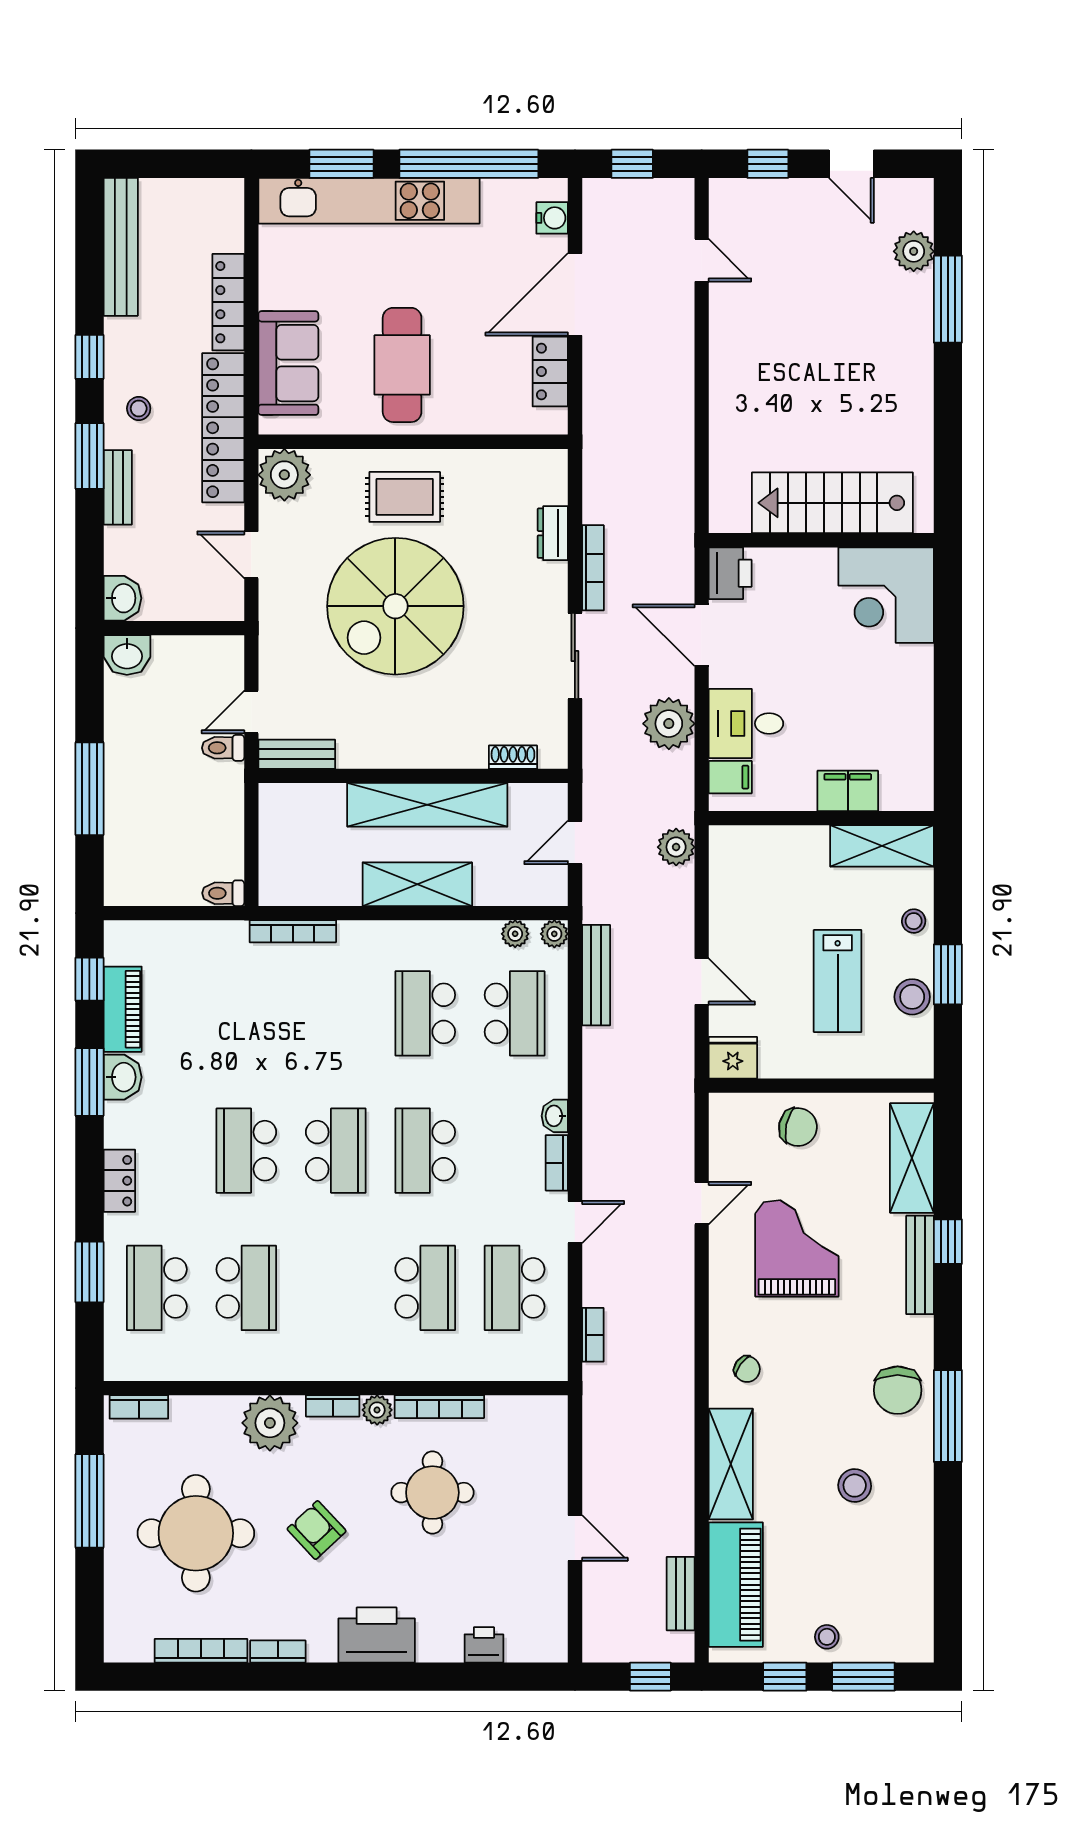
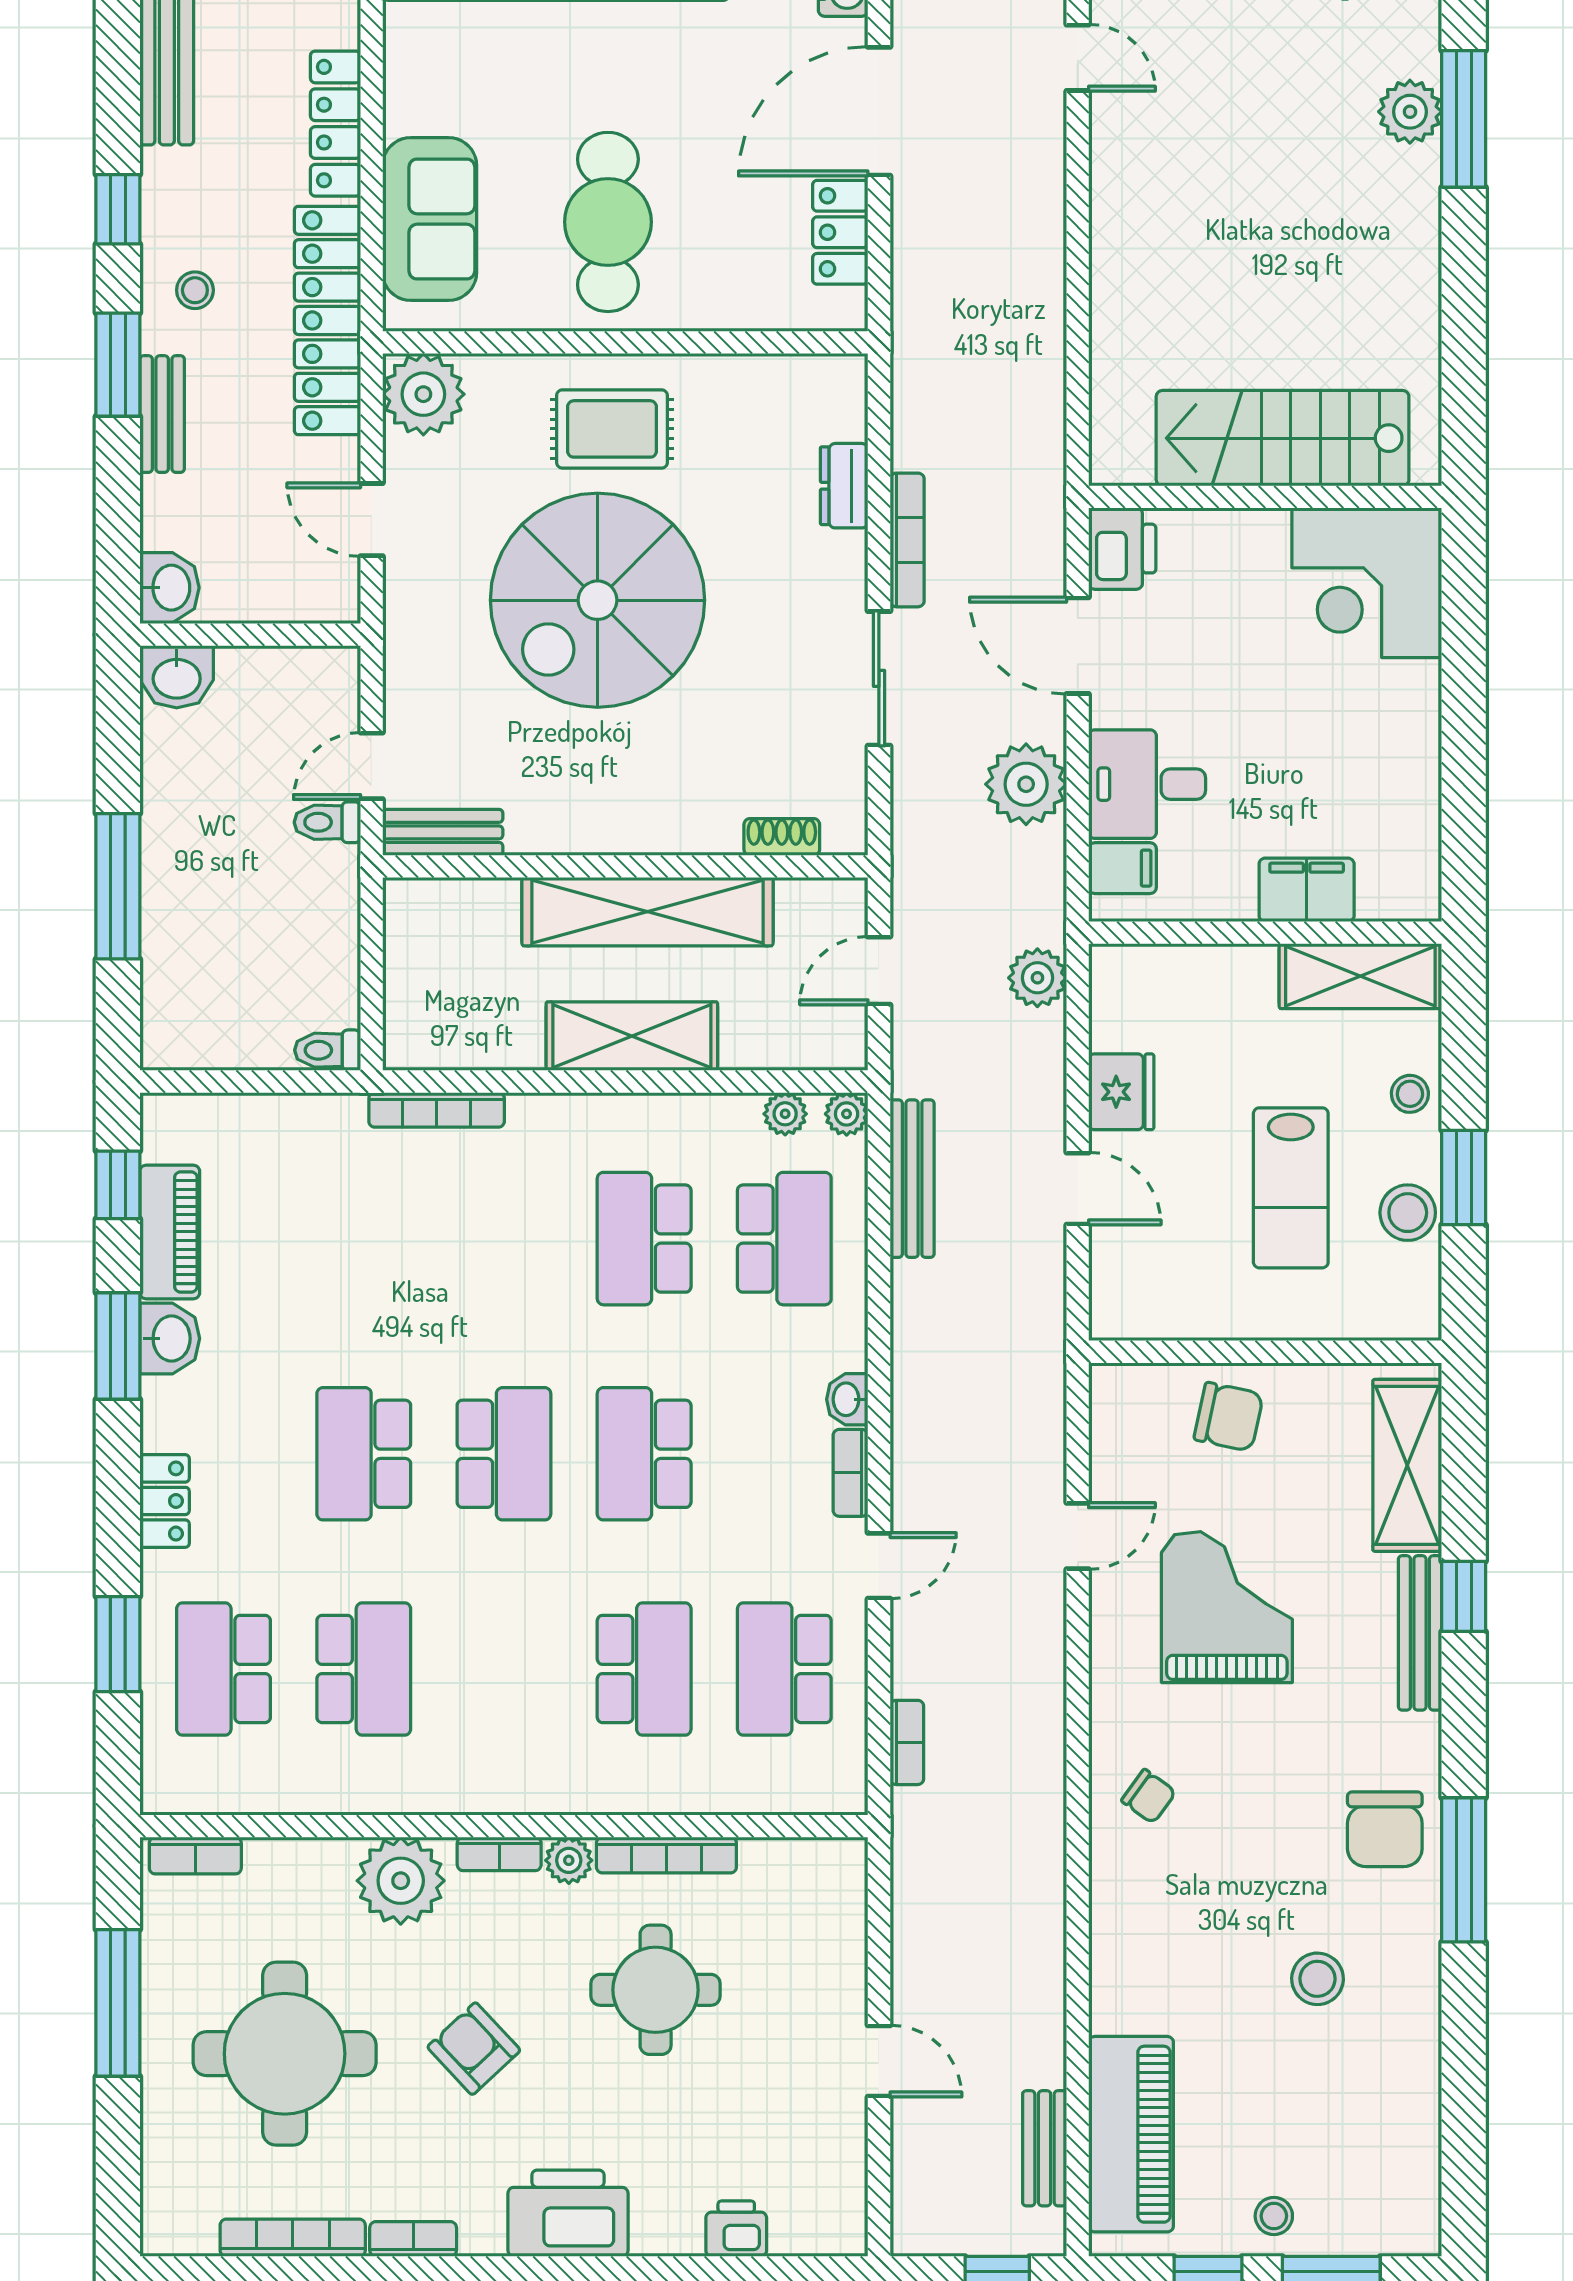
plant: (914, 251) -> (1410, 112), moved
fridge: (733, 1058) -> (1121, 1092), moved, turned 90
shelving: (731, 1464) -> (1123, 1945), removed

